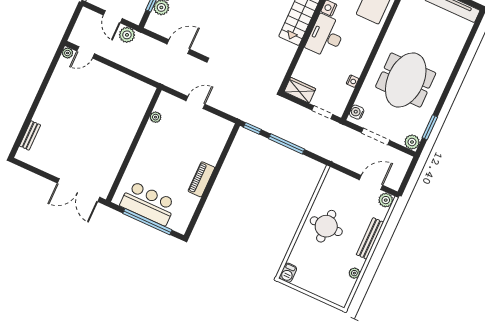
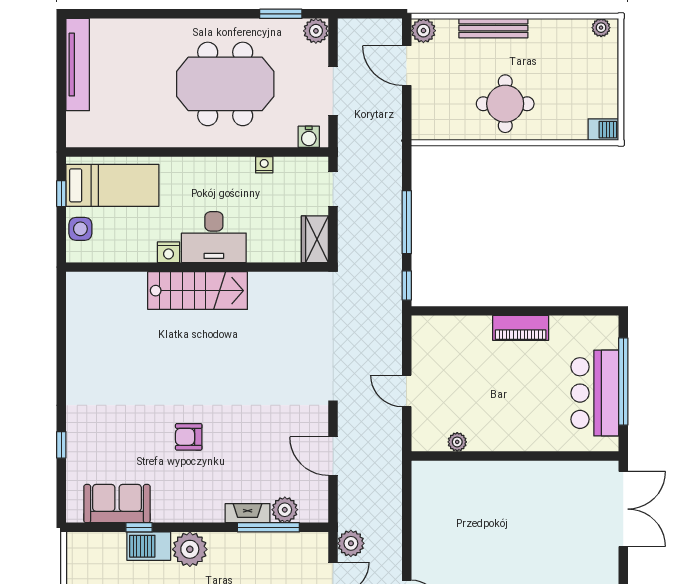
plant: (354, 273) -> (601, 28), moved

